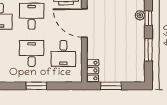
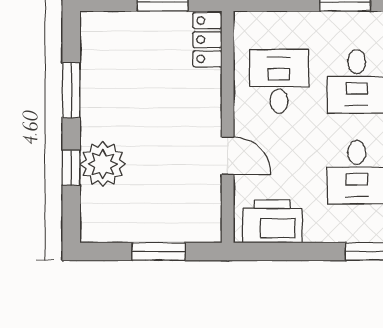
plant: (140, 15) -> (103, 164), width x1.88, depth x1.88
door: (84, 23) -> (228, 156), width x0.53

